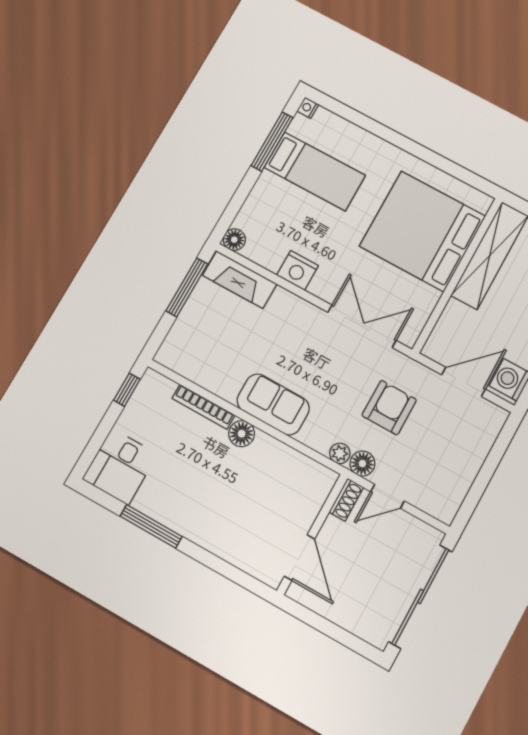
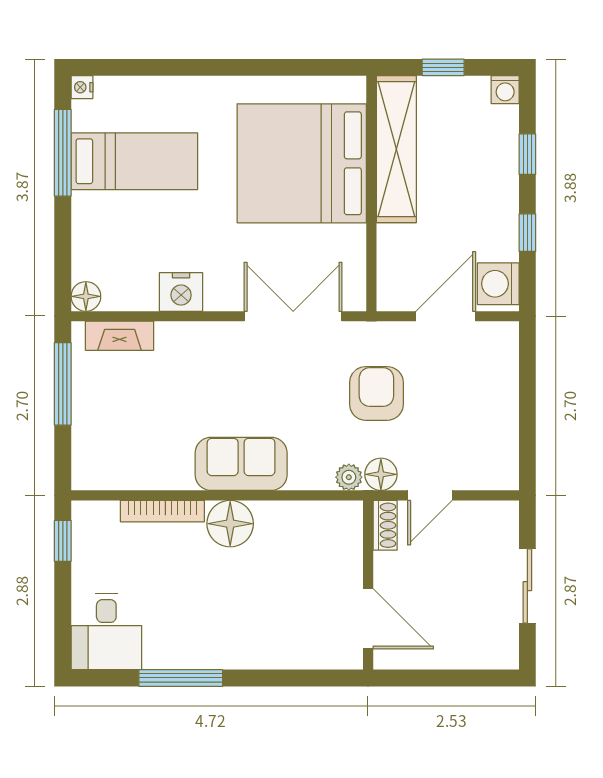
fireplace: (240, 280) -> (120, 336), width x0.73, depth x0.76
floor lamp: (242, 434) -> (230, 524), width x1.38, depth x1.38
sliding door: (420, 597) -> (527, 586), width x0.54

